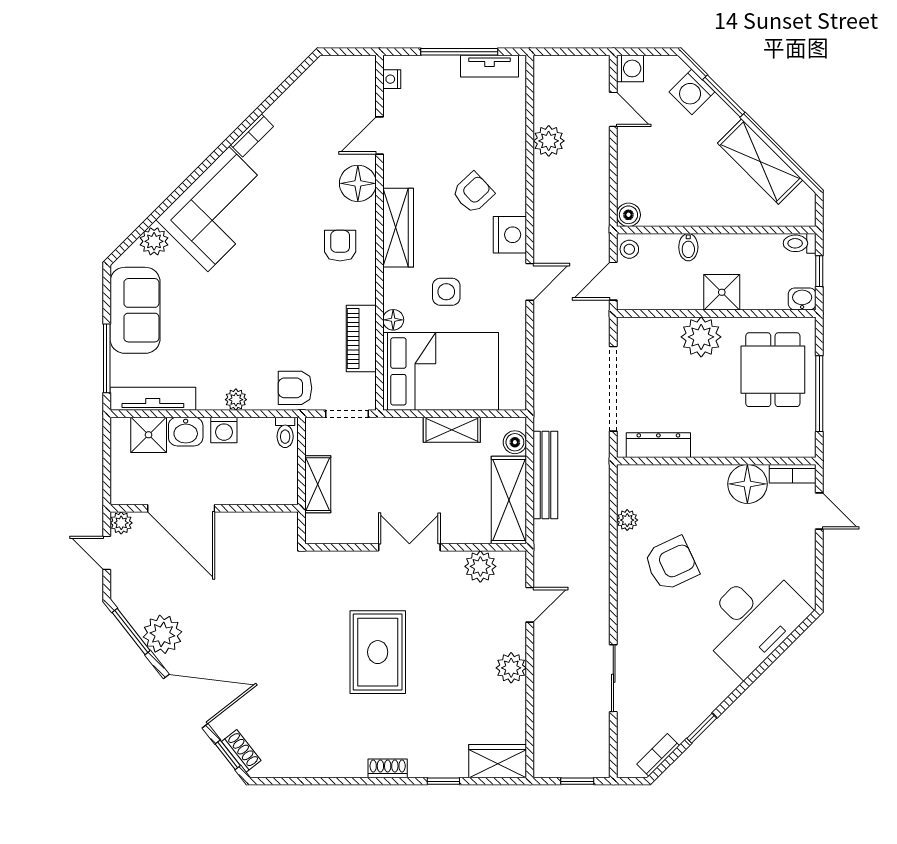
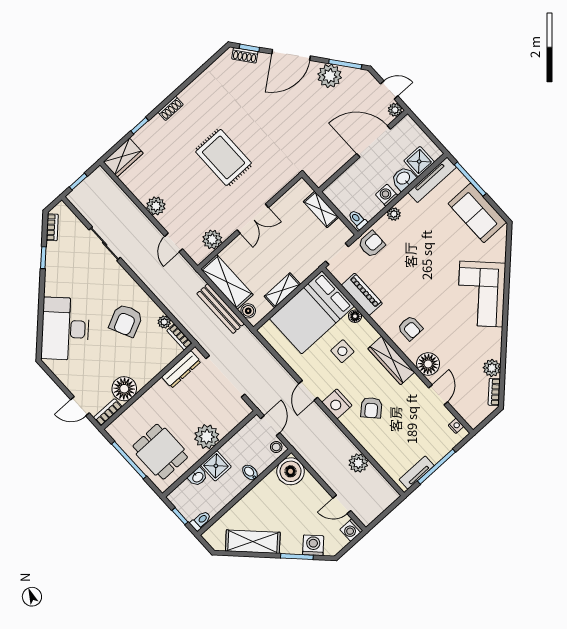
bookcase: (252, 136) -> (494, 392), moved
boiler: (628, 215) -> (291, 471), width x1.86, depth x1.86
plant: (154, 241) -> (492, 368), moved
washbasin: (802, 299) -> (198, 477), moved
bookcase: (625, 486) -> (179, 337), added

